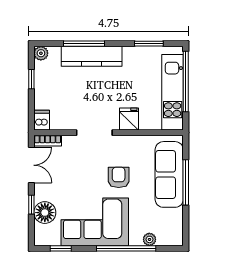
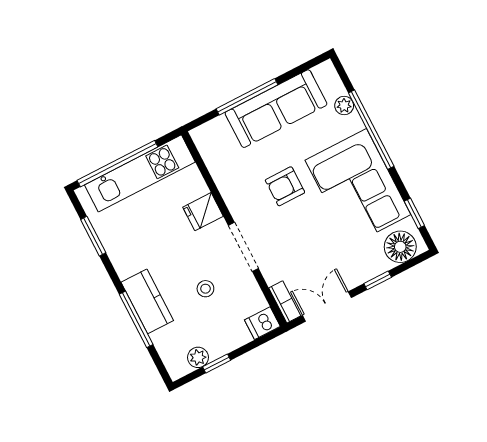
plant: (41, 53) -> (198, 357), moved
kitchen counter: (92, 56) -> (147, 301), width x0.67
stool: (81, 96) -> (205, 289), added
sofa: (169, 174) -> (276, 109), moved
floor lamp: (45, 213) -> (400, 247), moved

